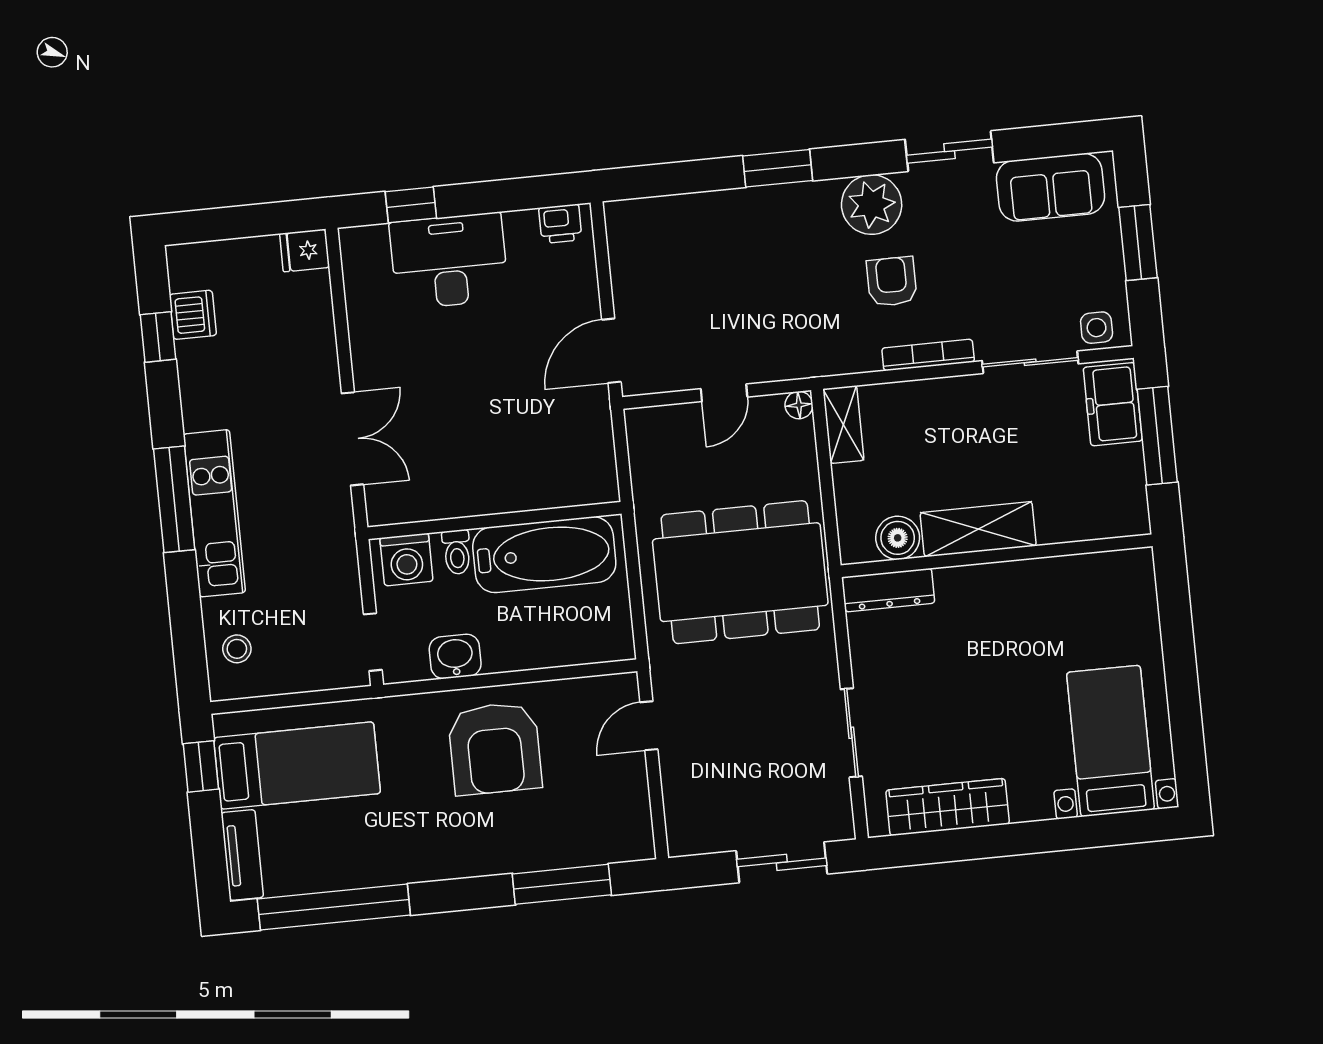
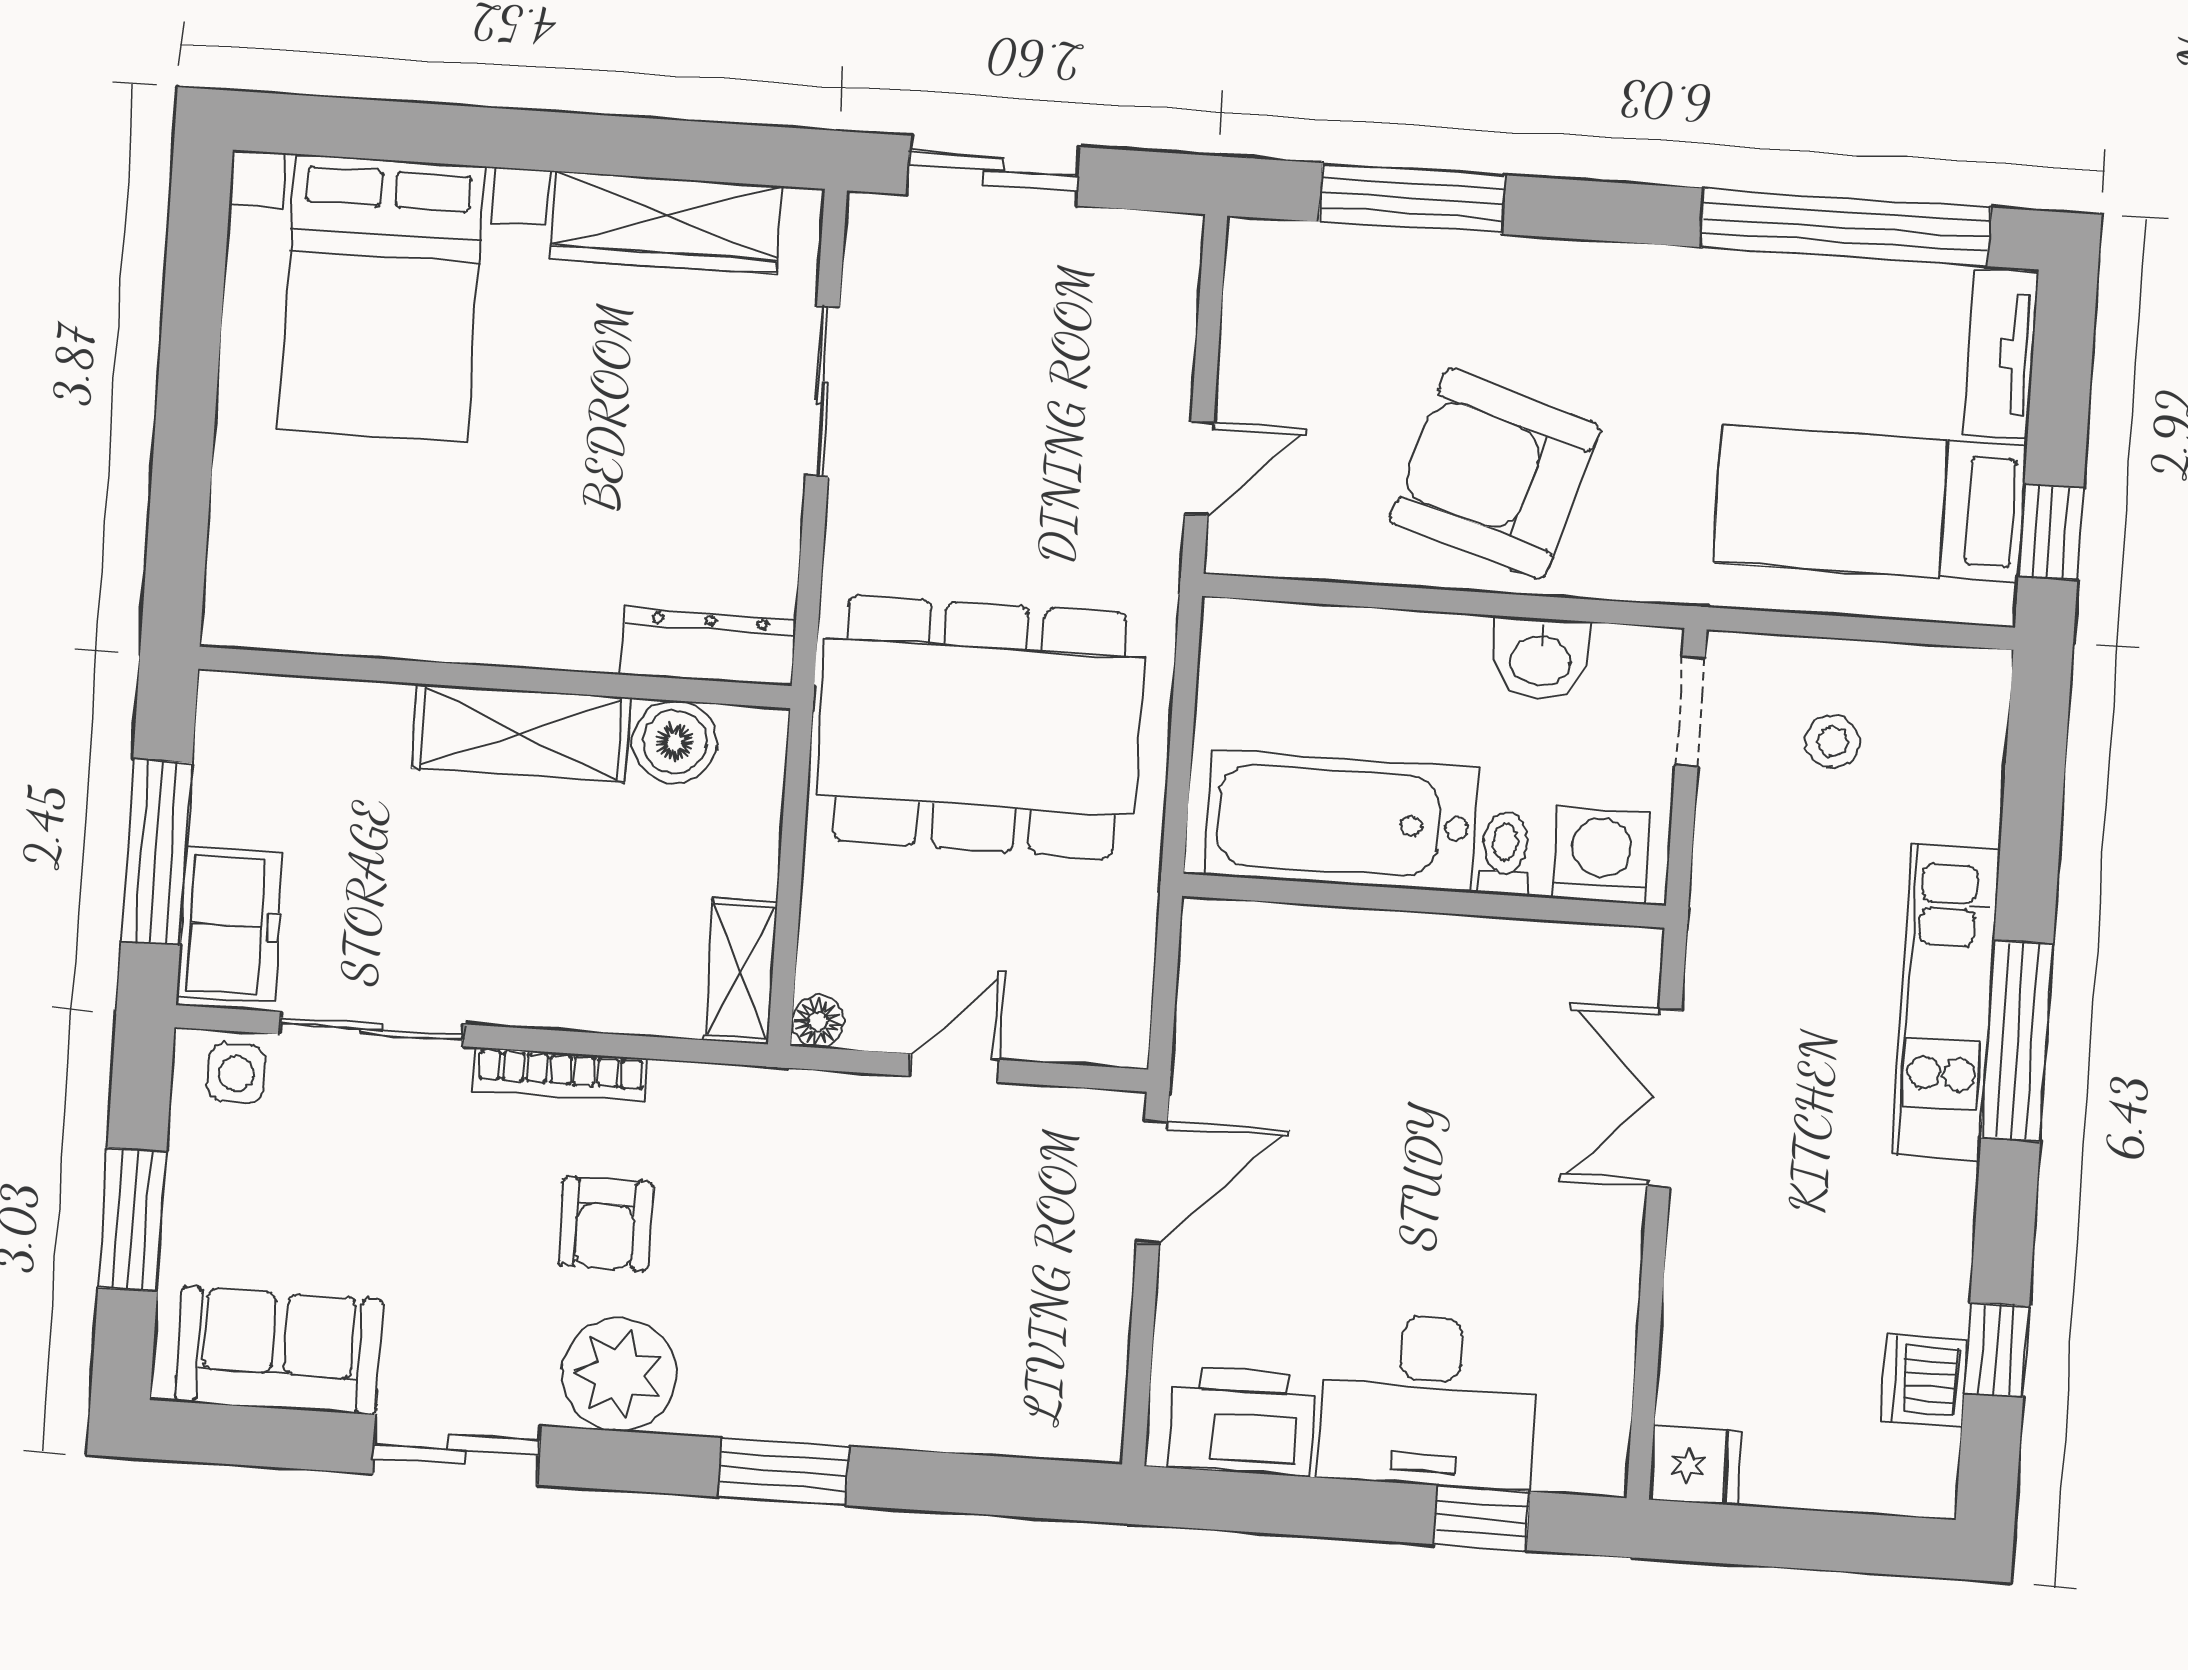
printer: (560, 224) -> (1242, 1421), width x1.87, depth x1.48
stool: (237, 649) -> (1833, 741), moved
bed with nightstands: (1111, 741) -> (382, 298), width x1.36
armchair: (495, 748) -> (1495, 474), turned -73

